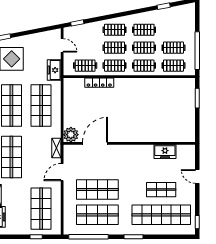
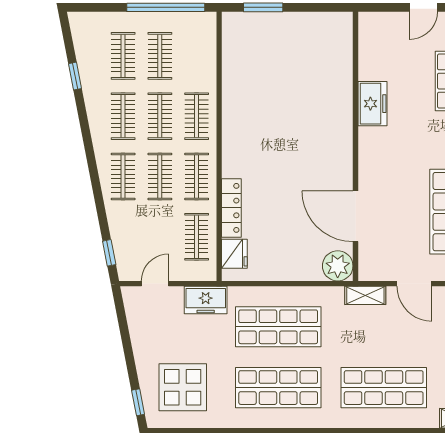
clothes rail: (173, 66) -> (123, 56), moved
fridge: (77, 84) -> (234, 254), added
freezer: (165, 152) -> (373, 104), moved

